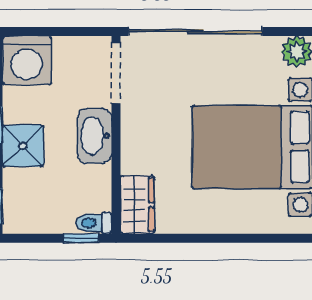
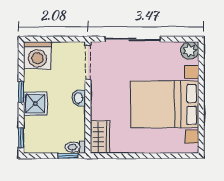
sliding door: (195, 31) -> (133, 39), width x0.73
washbasin: (95, 136) -> (79, 98), width x0.52, depth x0.69

